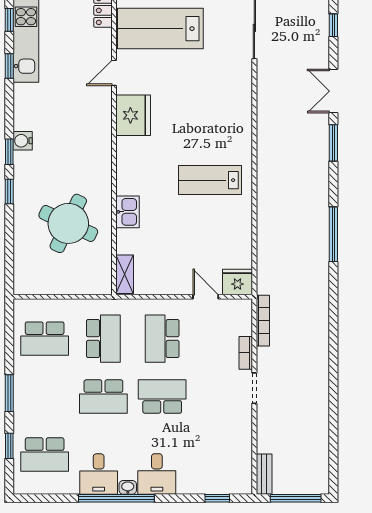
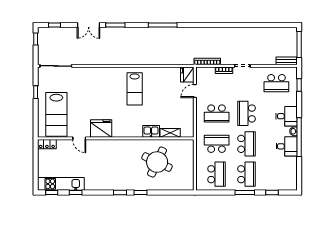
water cooler: (23, 141) -> (114, 186), removed
shelving: (125, 274) -> (170, 133), moved
school desk: (45, 455) -> (247, 174), moved
school desk: (221, 455) -> (276, 83), added

